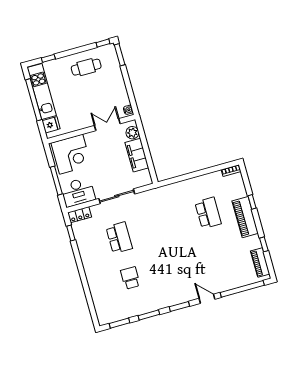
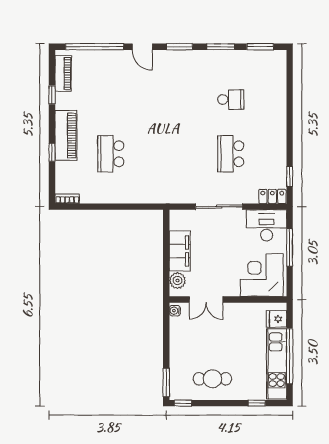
school desk: (130, 278) -> (231, 100), turned -90

